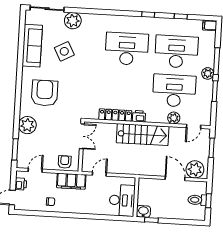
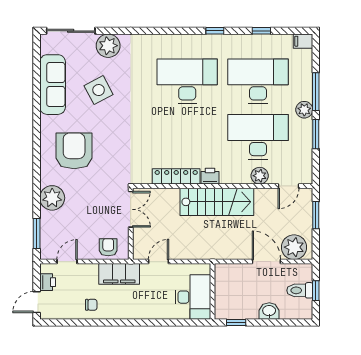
washbasin: (143, 211) -> (269, 311), moved

